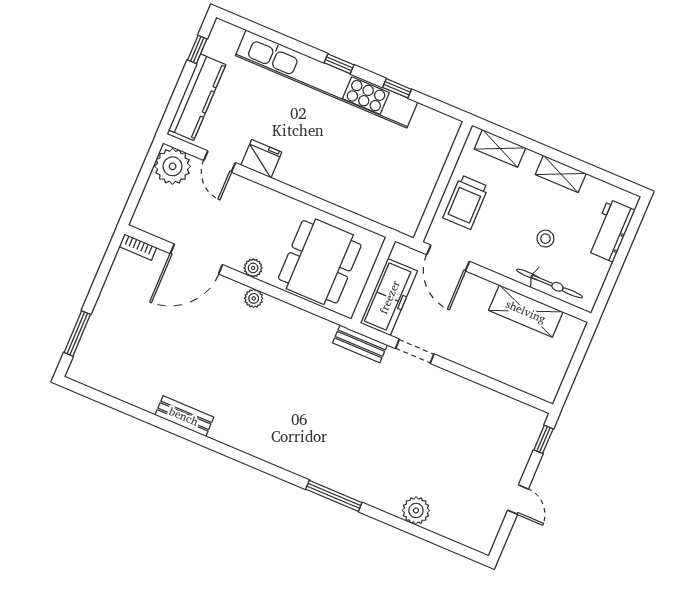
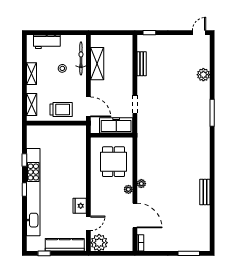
door: (448, 258) -> (88, 107), hinge flipped
dining table: (320, 262) -> (114, 162), width x0.73
bench: (360, 344) -> (142, 64), moved
door: (518, 500) -> (199, 33), moved

